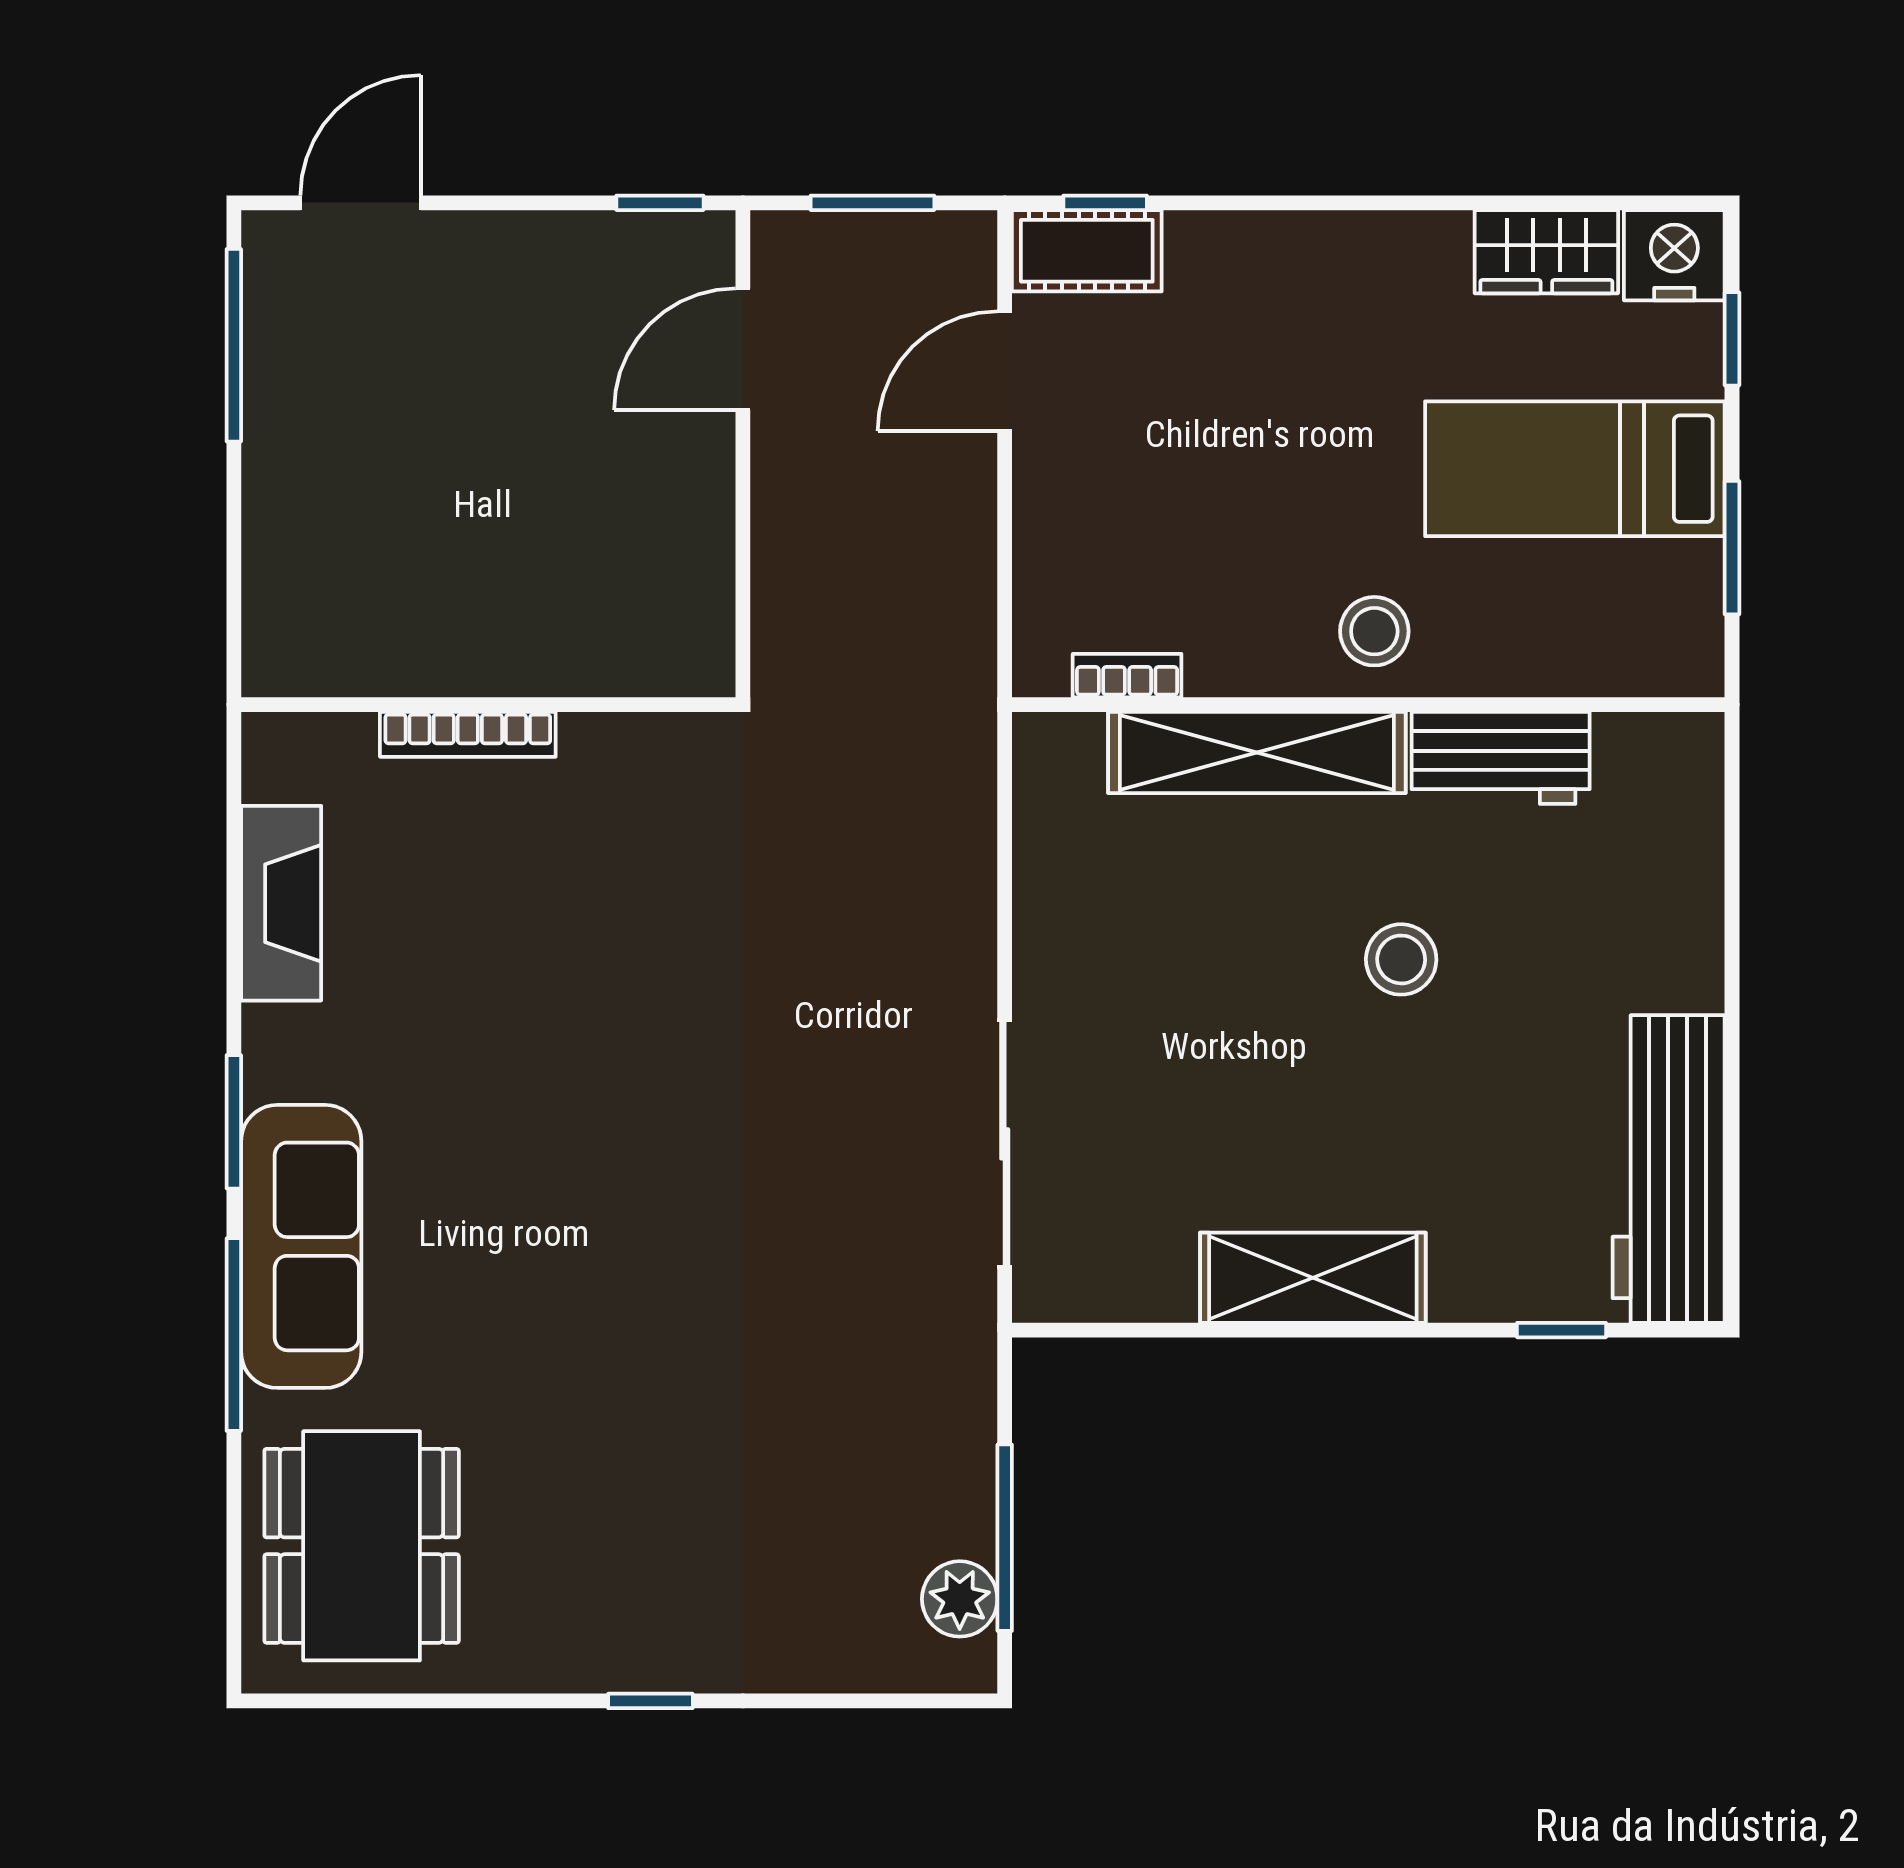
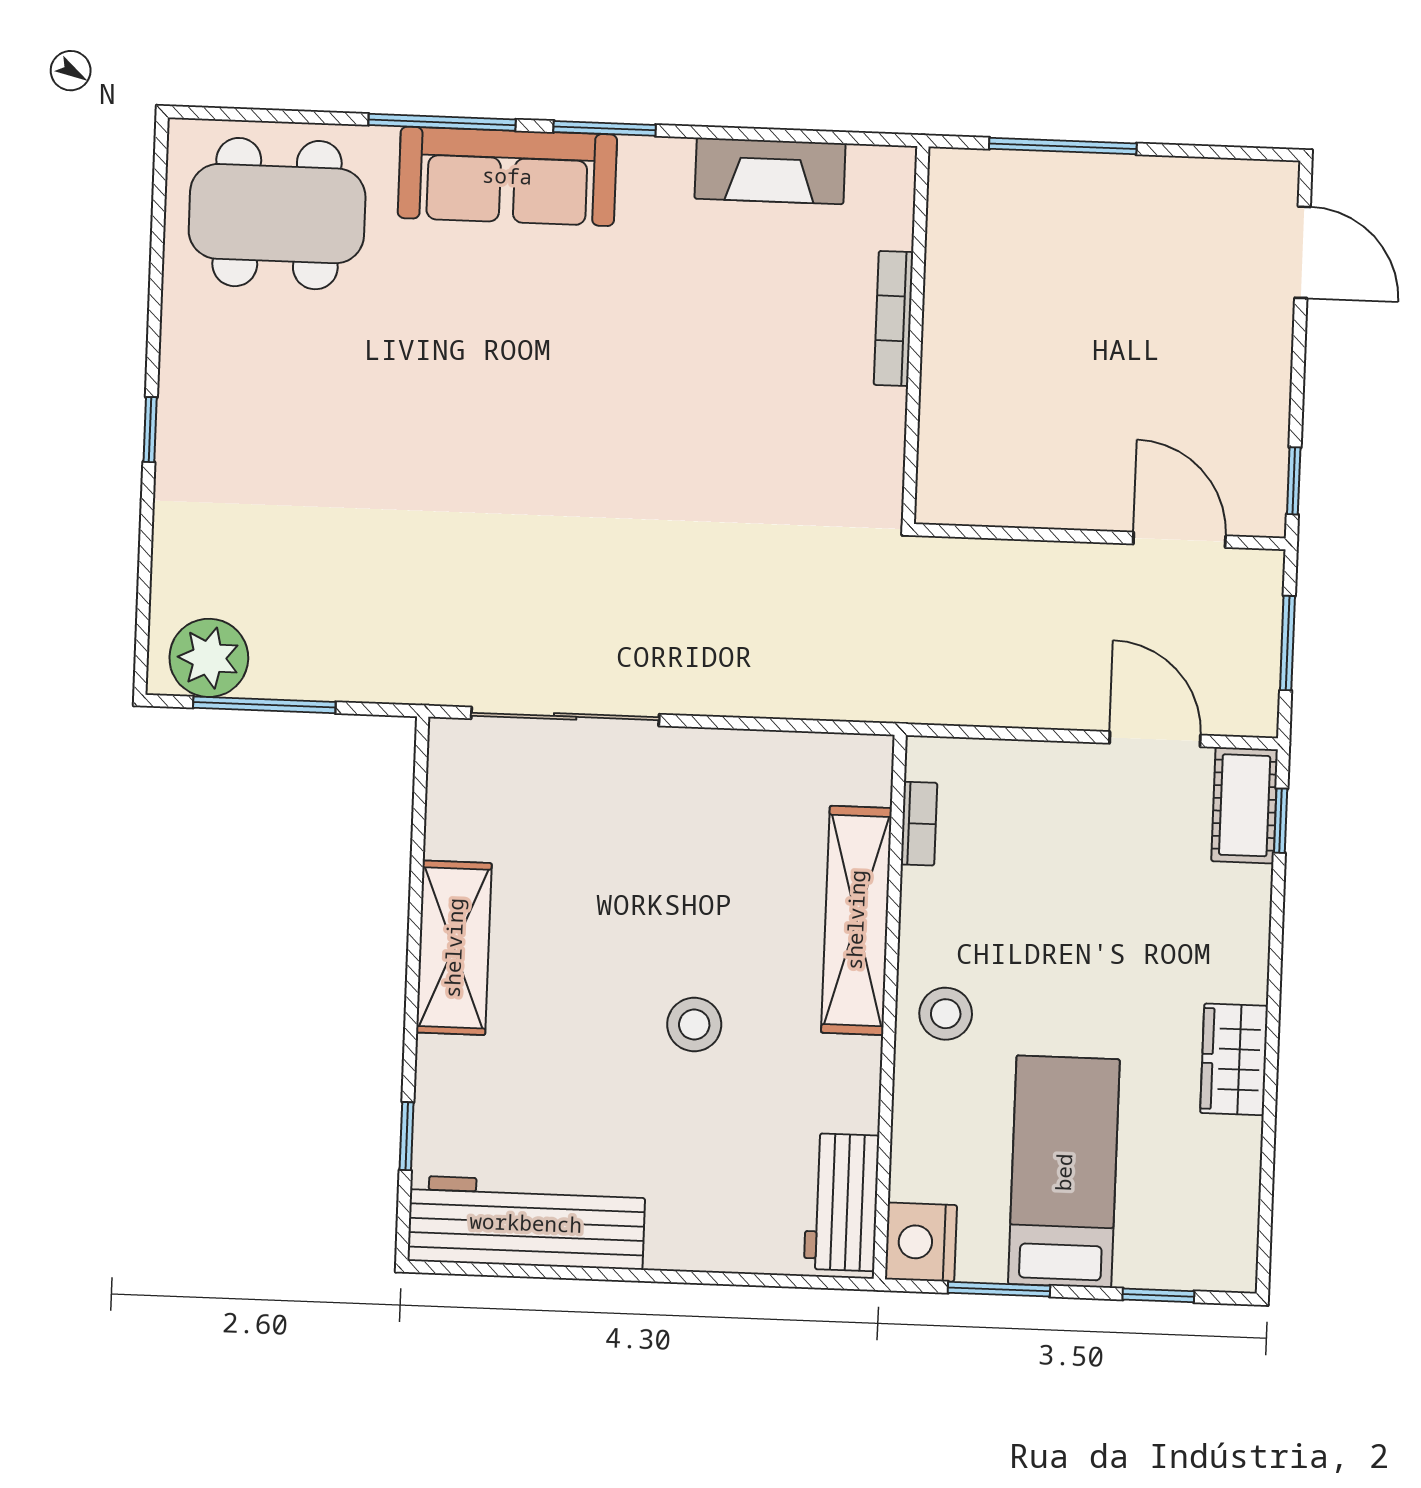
wardrobe: (1546, 252) -> (1234, 1059), moved
nightstand: (1674, 255) -> (921, 1242), moved, turned 180
window: (234, 345) -> (1063, 146), moved
workbench: (1501, 758) -> (842, 1202), moved
plant: (960, 1599) -> (209, 658), width x1.36, depth x1.36

